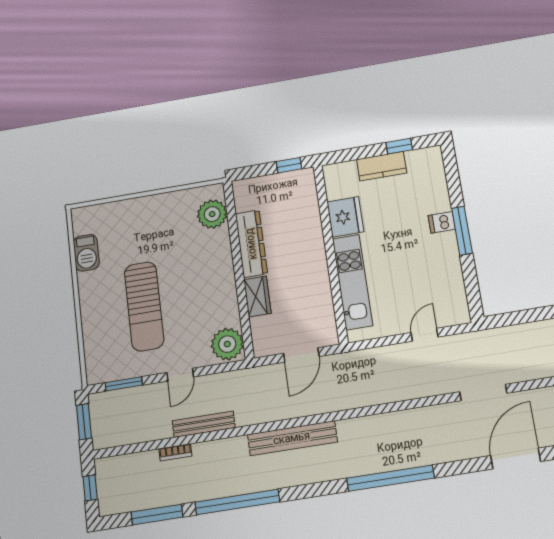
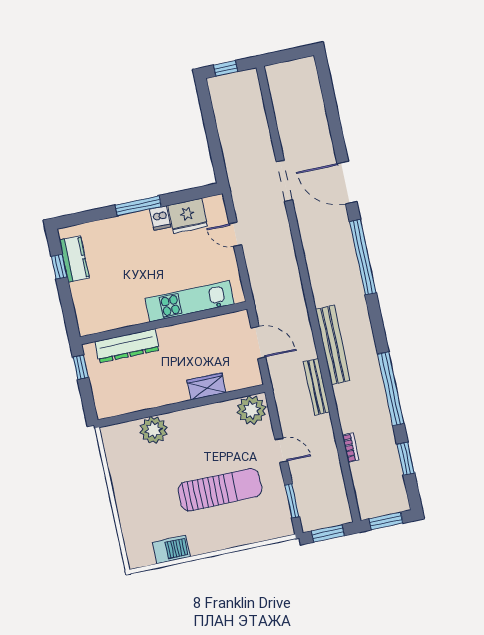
kitchen counter: (382, 166) -> (74, 259), moved
plant: (212, 214) -> (154, 430), moved
fridge: (345, 217) -> (188, 216), moved, turned 180
dishwasher: (442, 222) -> (160, 218), moved
dresser: (251, 244) -> (127, 346), moved, turned 180
bench: (204, 424) -> (317, 387), moved
door: (516, 459) -> (347, 183), moved
window: (90, 488) -> (386, 521), width x1.50
window: (157, 515) -> (406, 459), width x0.69

